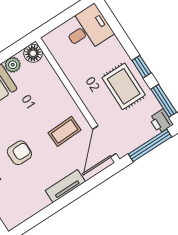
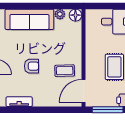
tv unit: (65, 186) -> (19, 102), moved

